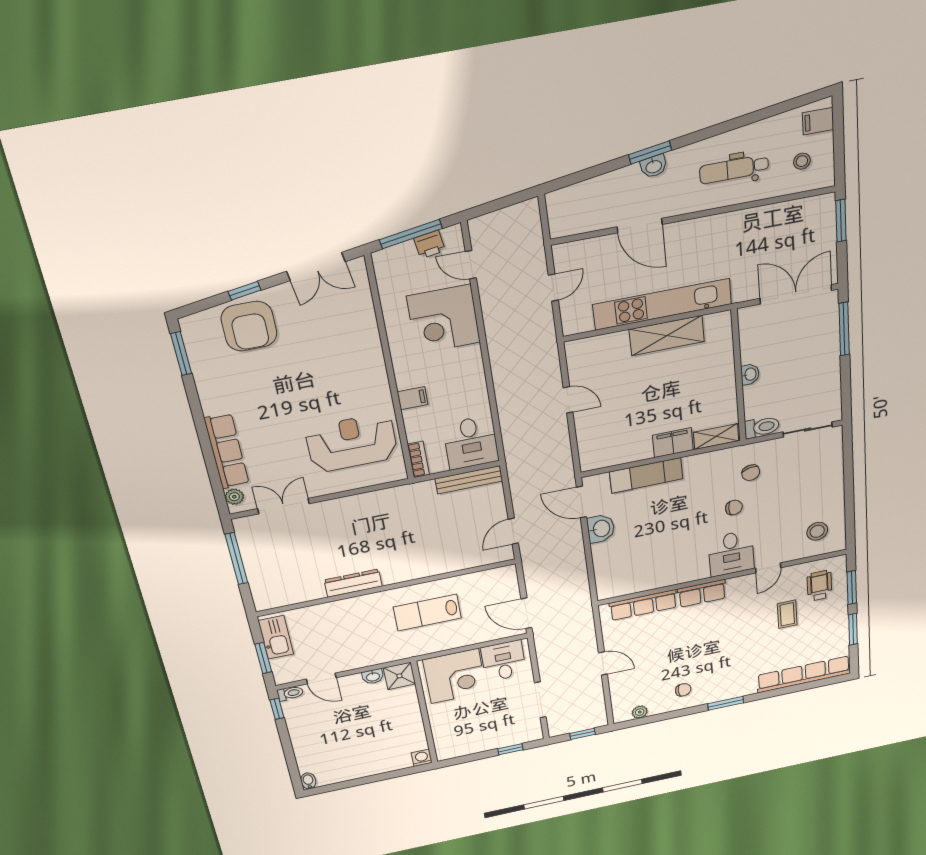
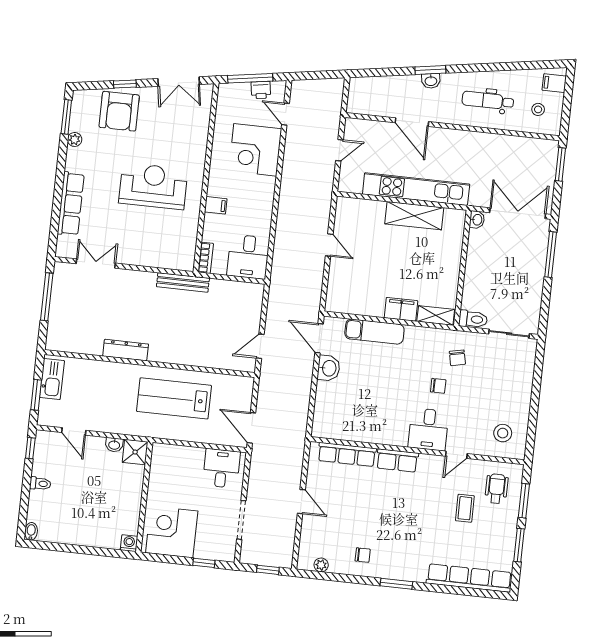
washbasin: (750, 374) -> (477, 220), moved
reception desk: (352, 443) -> (153, 186), moved
bench: (469, 480) -> (183, 282), moved
plant: (234, 497) -> (75, 139), moved
lab bench: (427, 613) -> (174, 398), width x1.36, depth x1.39
corner desk: (455, 676) -> (172, 532), moved, turned 180
toilet: (290, 693) -> (40, 484), moved

